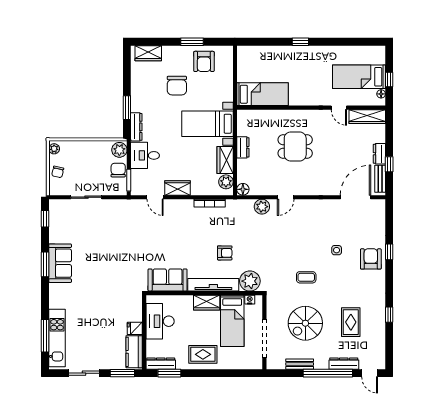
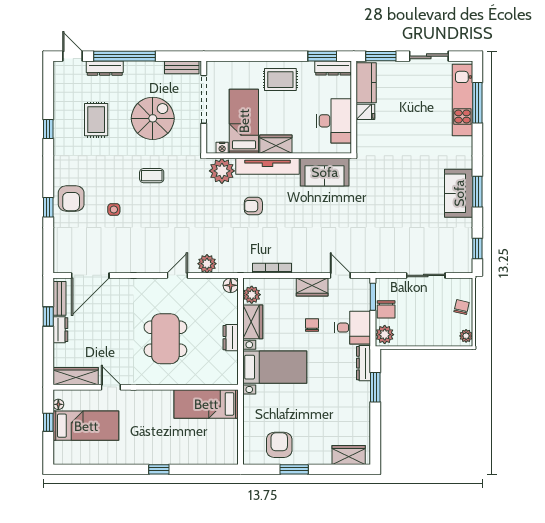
chair: (177, 86) -> (312, 325), moved, width x0.54, depth x0.54
dining table: (295, 146) -> (165, 339), width x1.38
bench: (300, 364) -> (182, 67), moved

